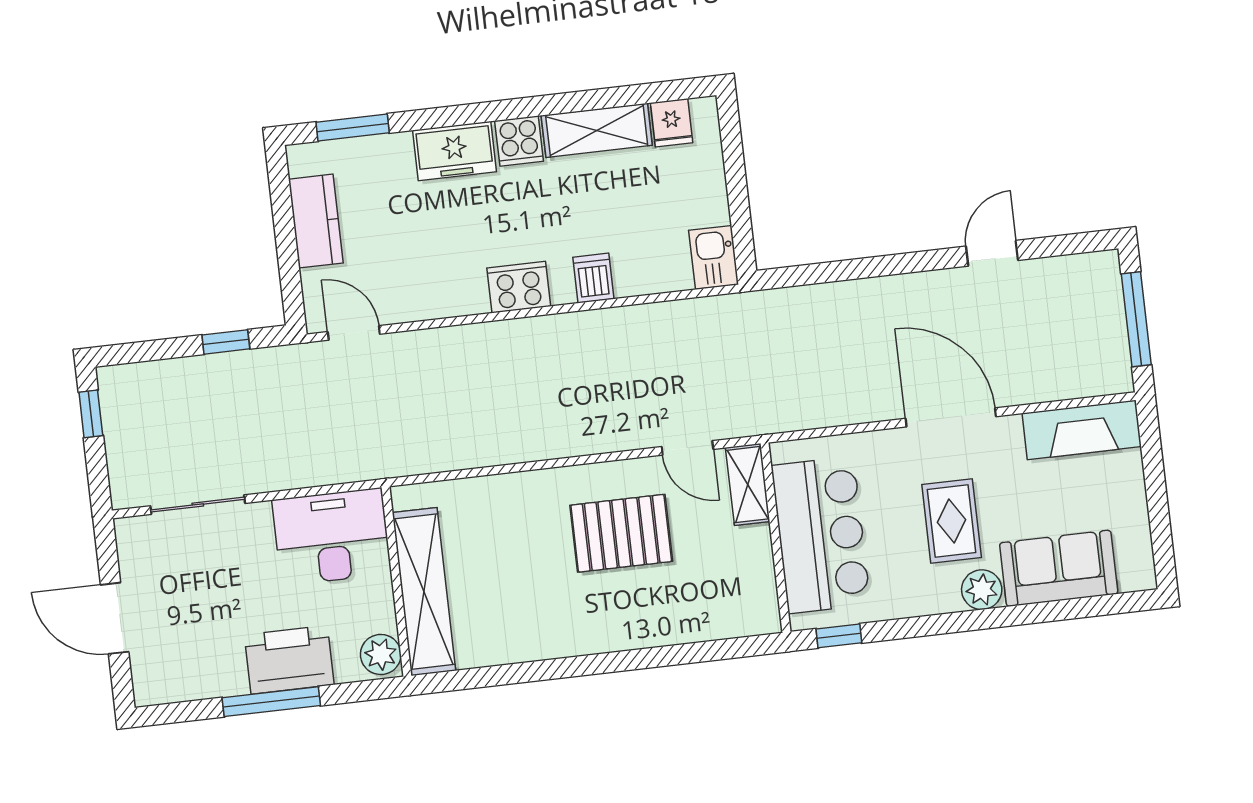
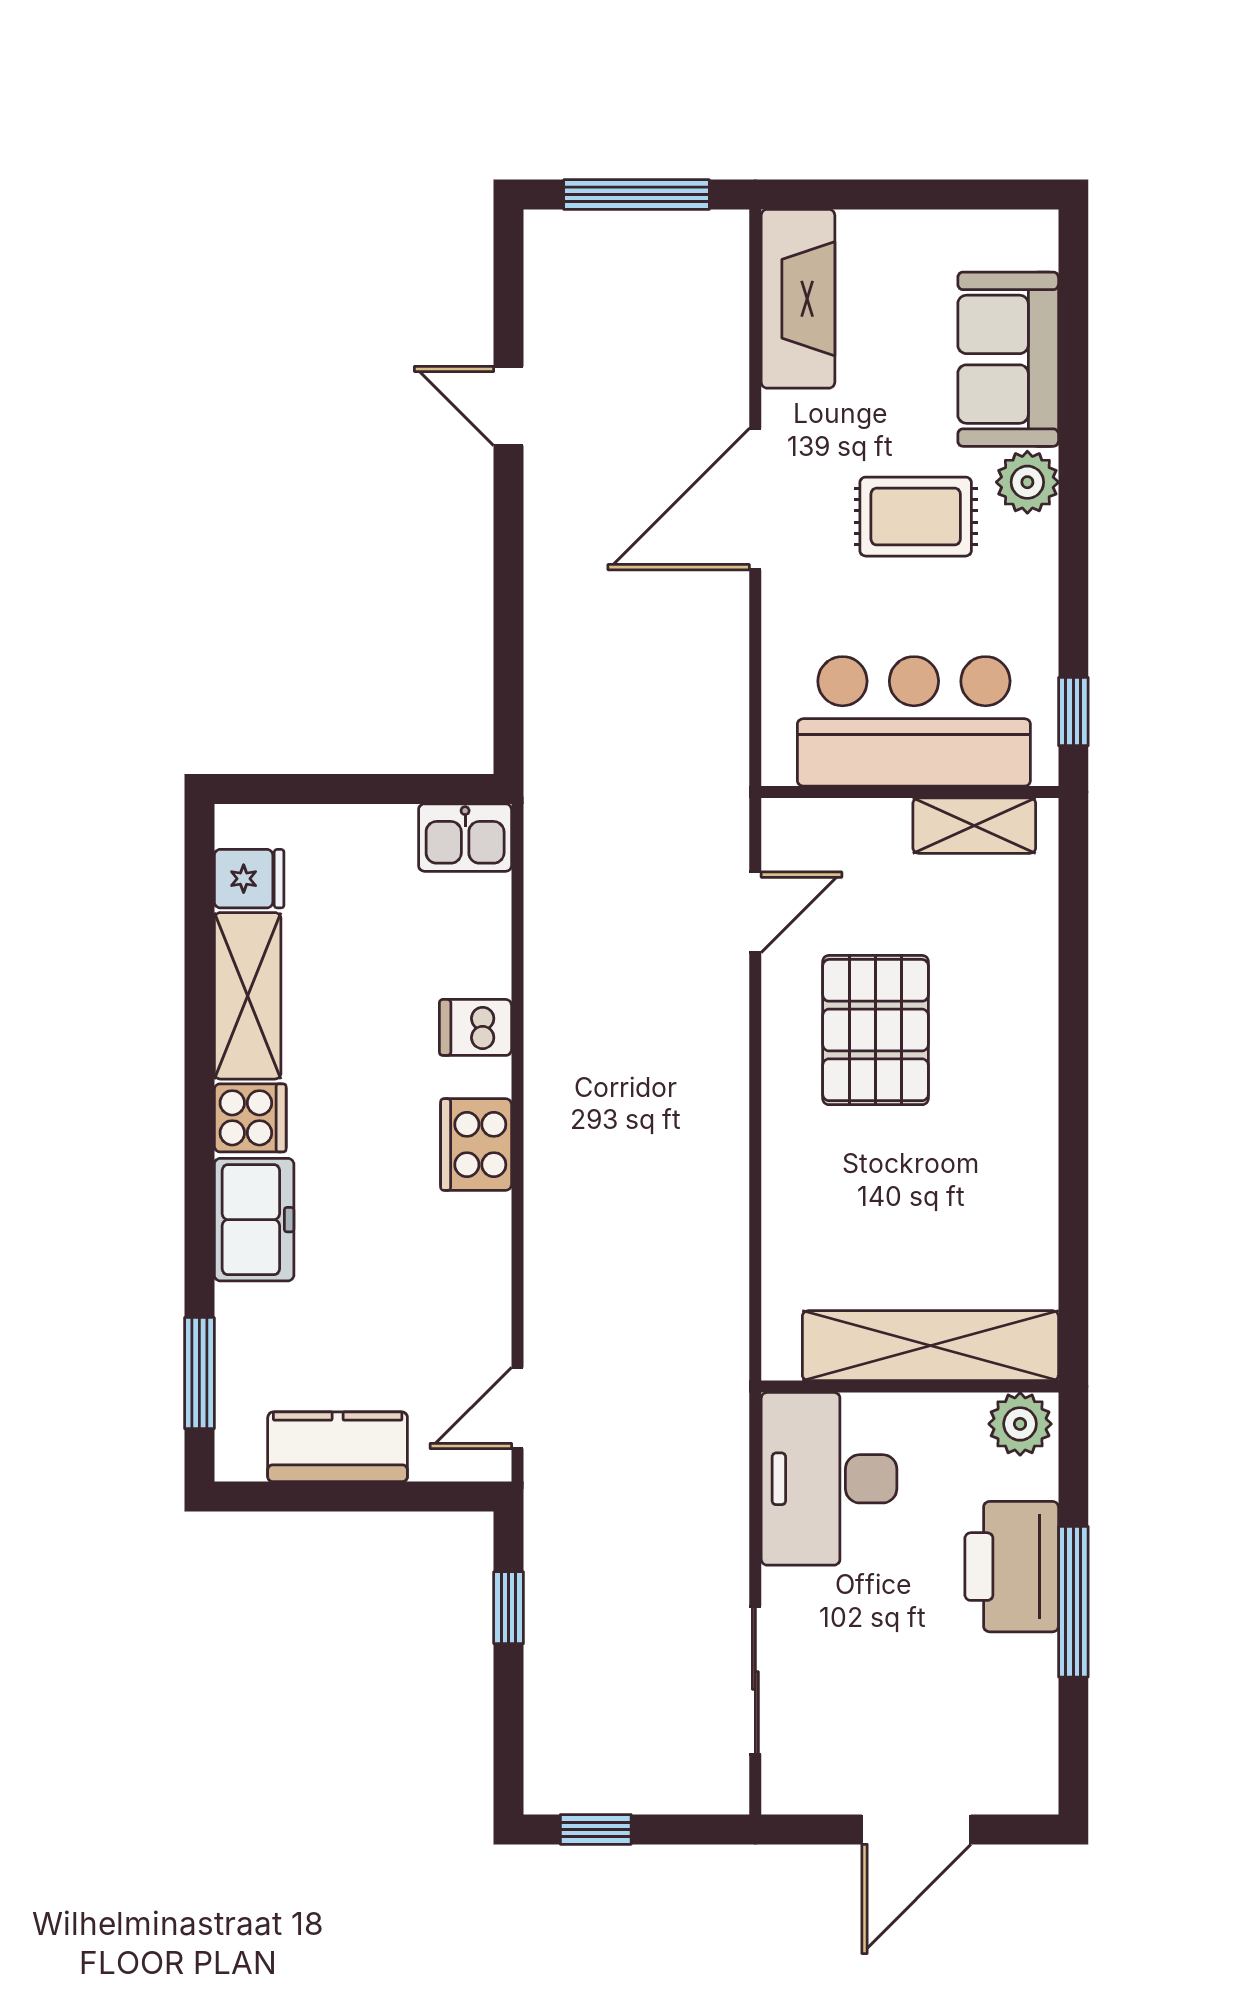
shelving: (748, 485) -> (974, 826), moved

